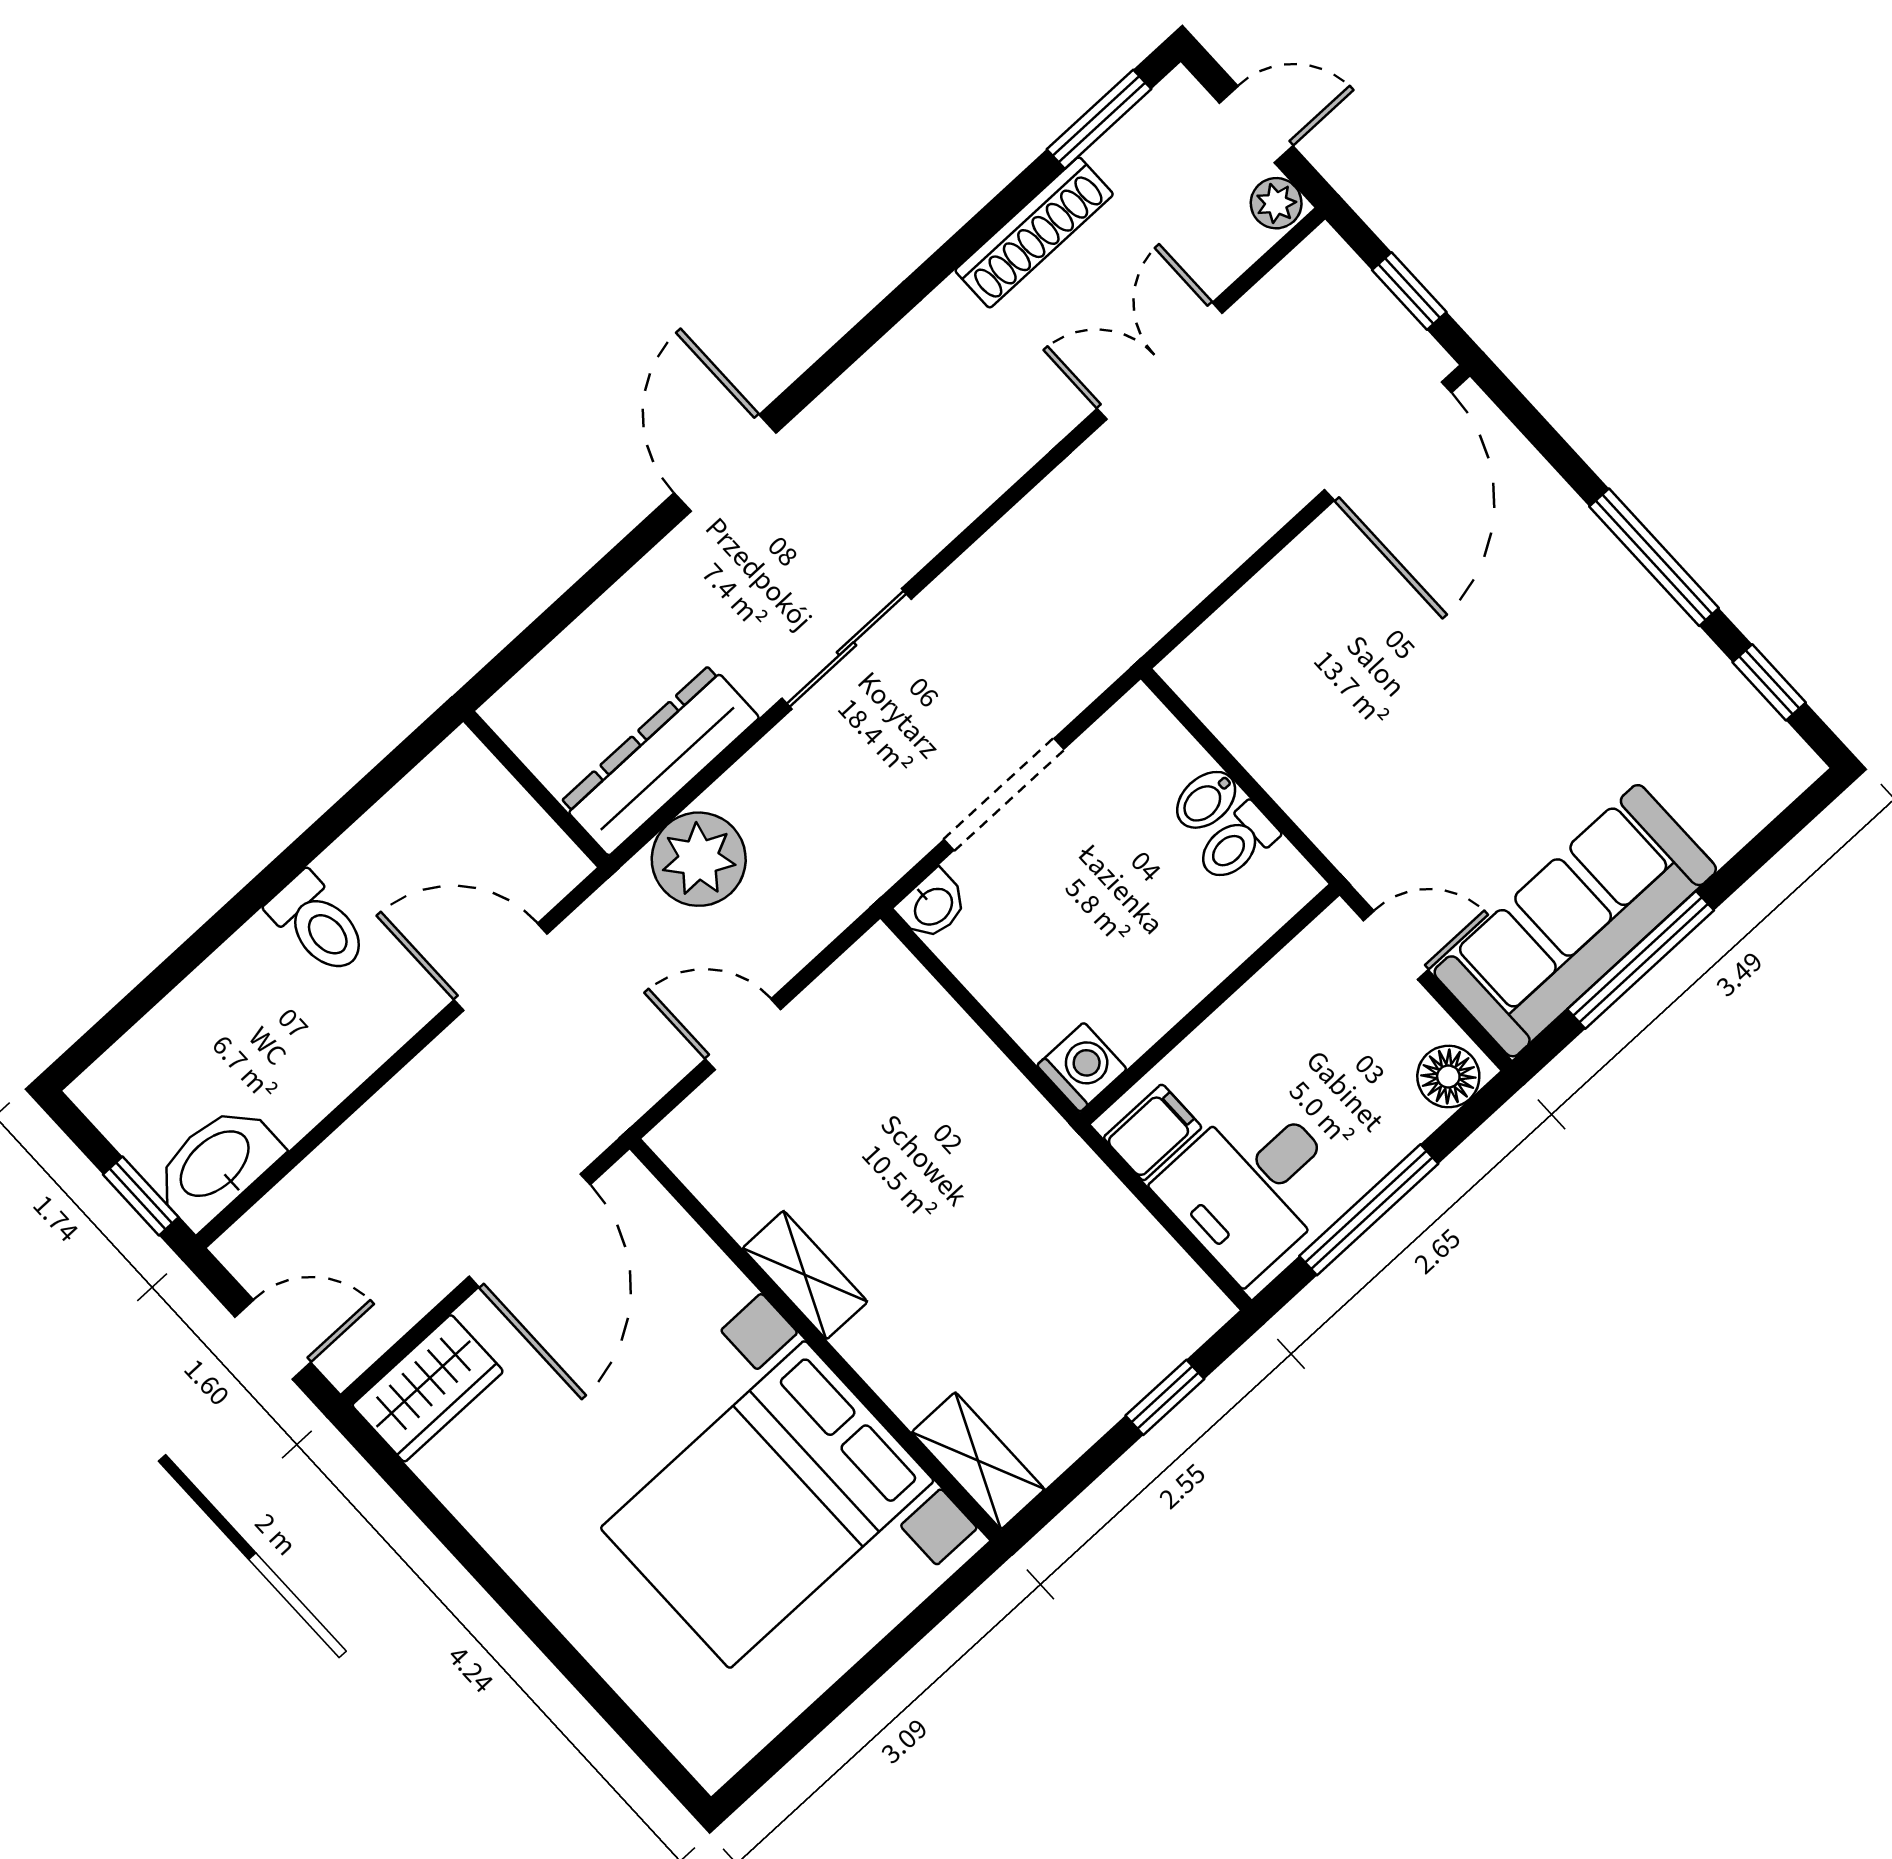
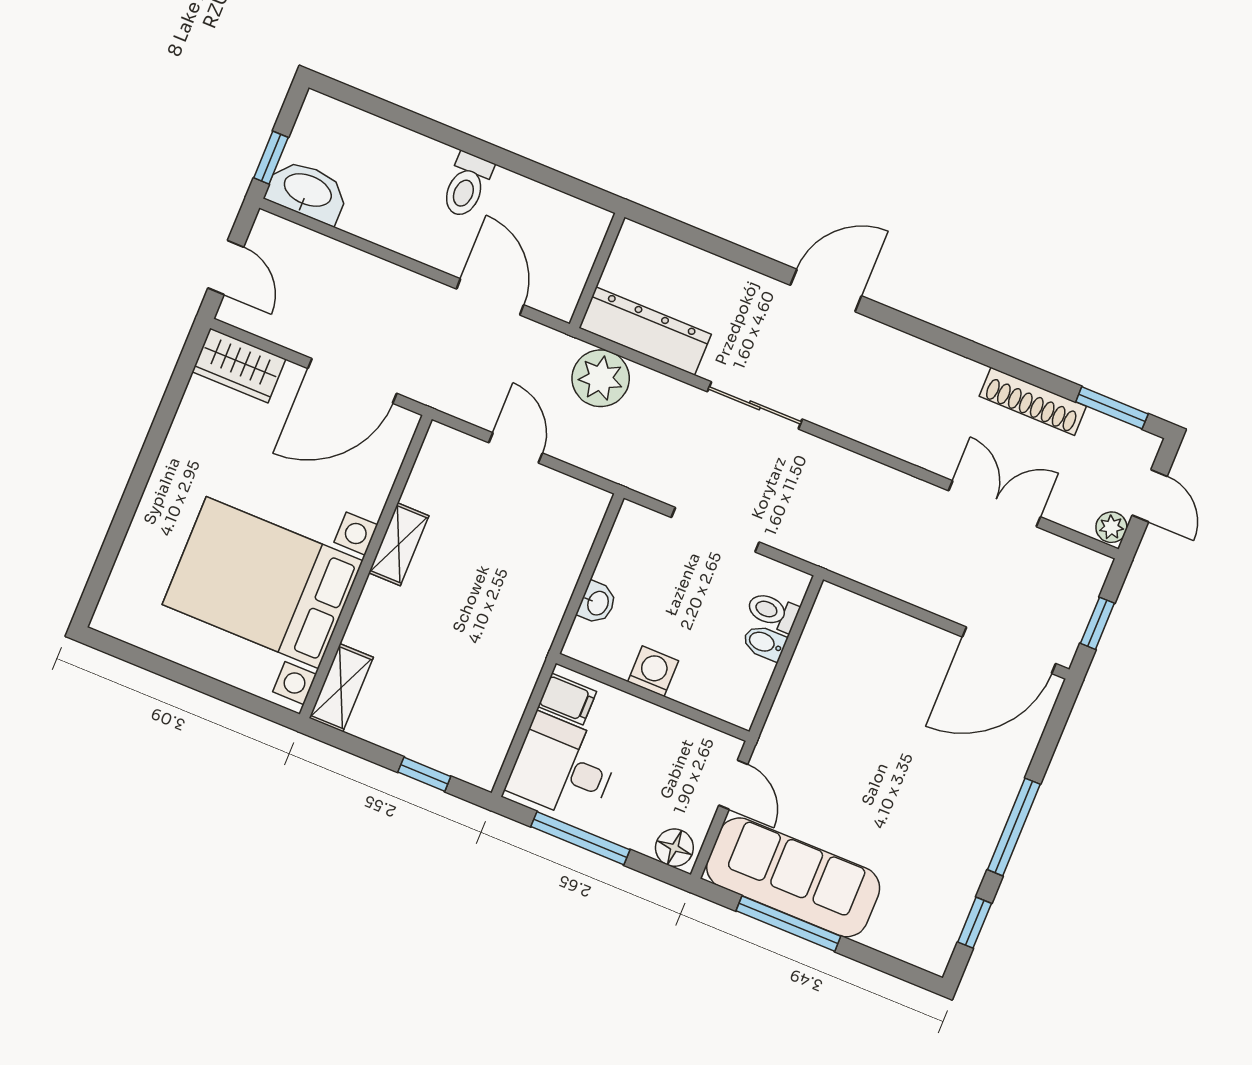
toilet: (1237, 843) -> (773, 612), moved
washbasin: (933, 906) -> (597, 603), moved, turned -90
washing machine: (1082, 1067) -> (653, 671), moved, turned -90

